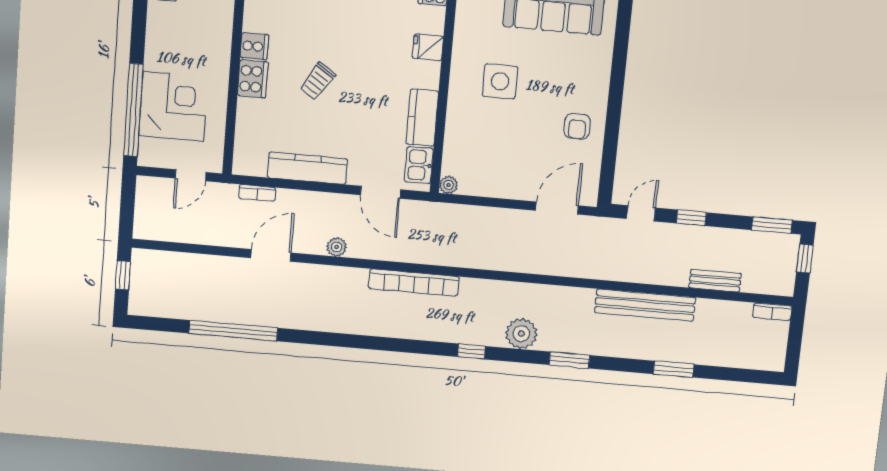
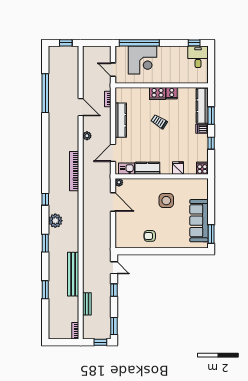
door: (557, 208) -> (113, 202), moved

